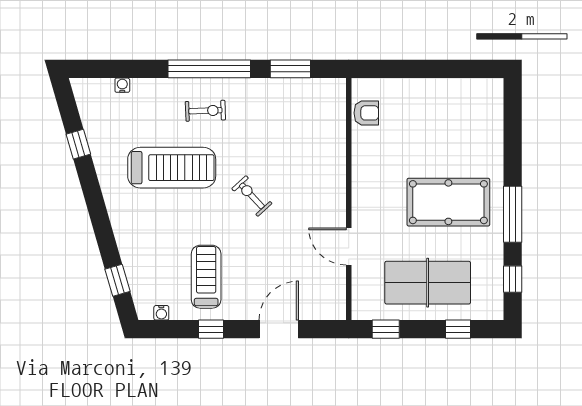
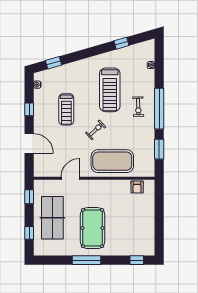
exercise mat: (314, 163) -> (112, 161), added
treadmill: (206, 277) -> (66, 109), moved, turned 90
window: (513, 279) -> (137, 260), moved

